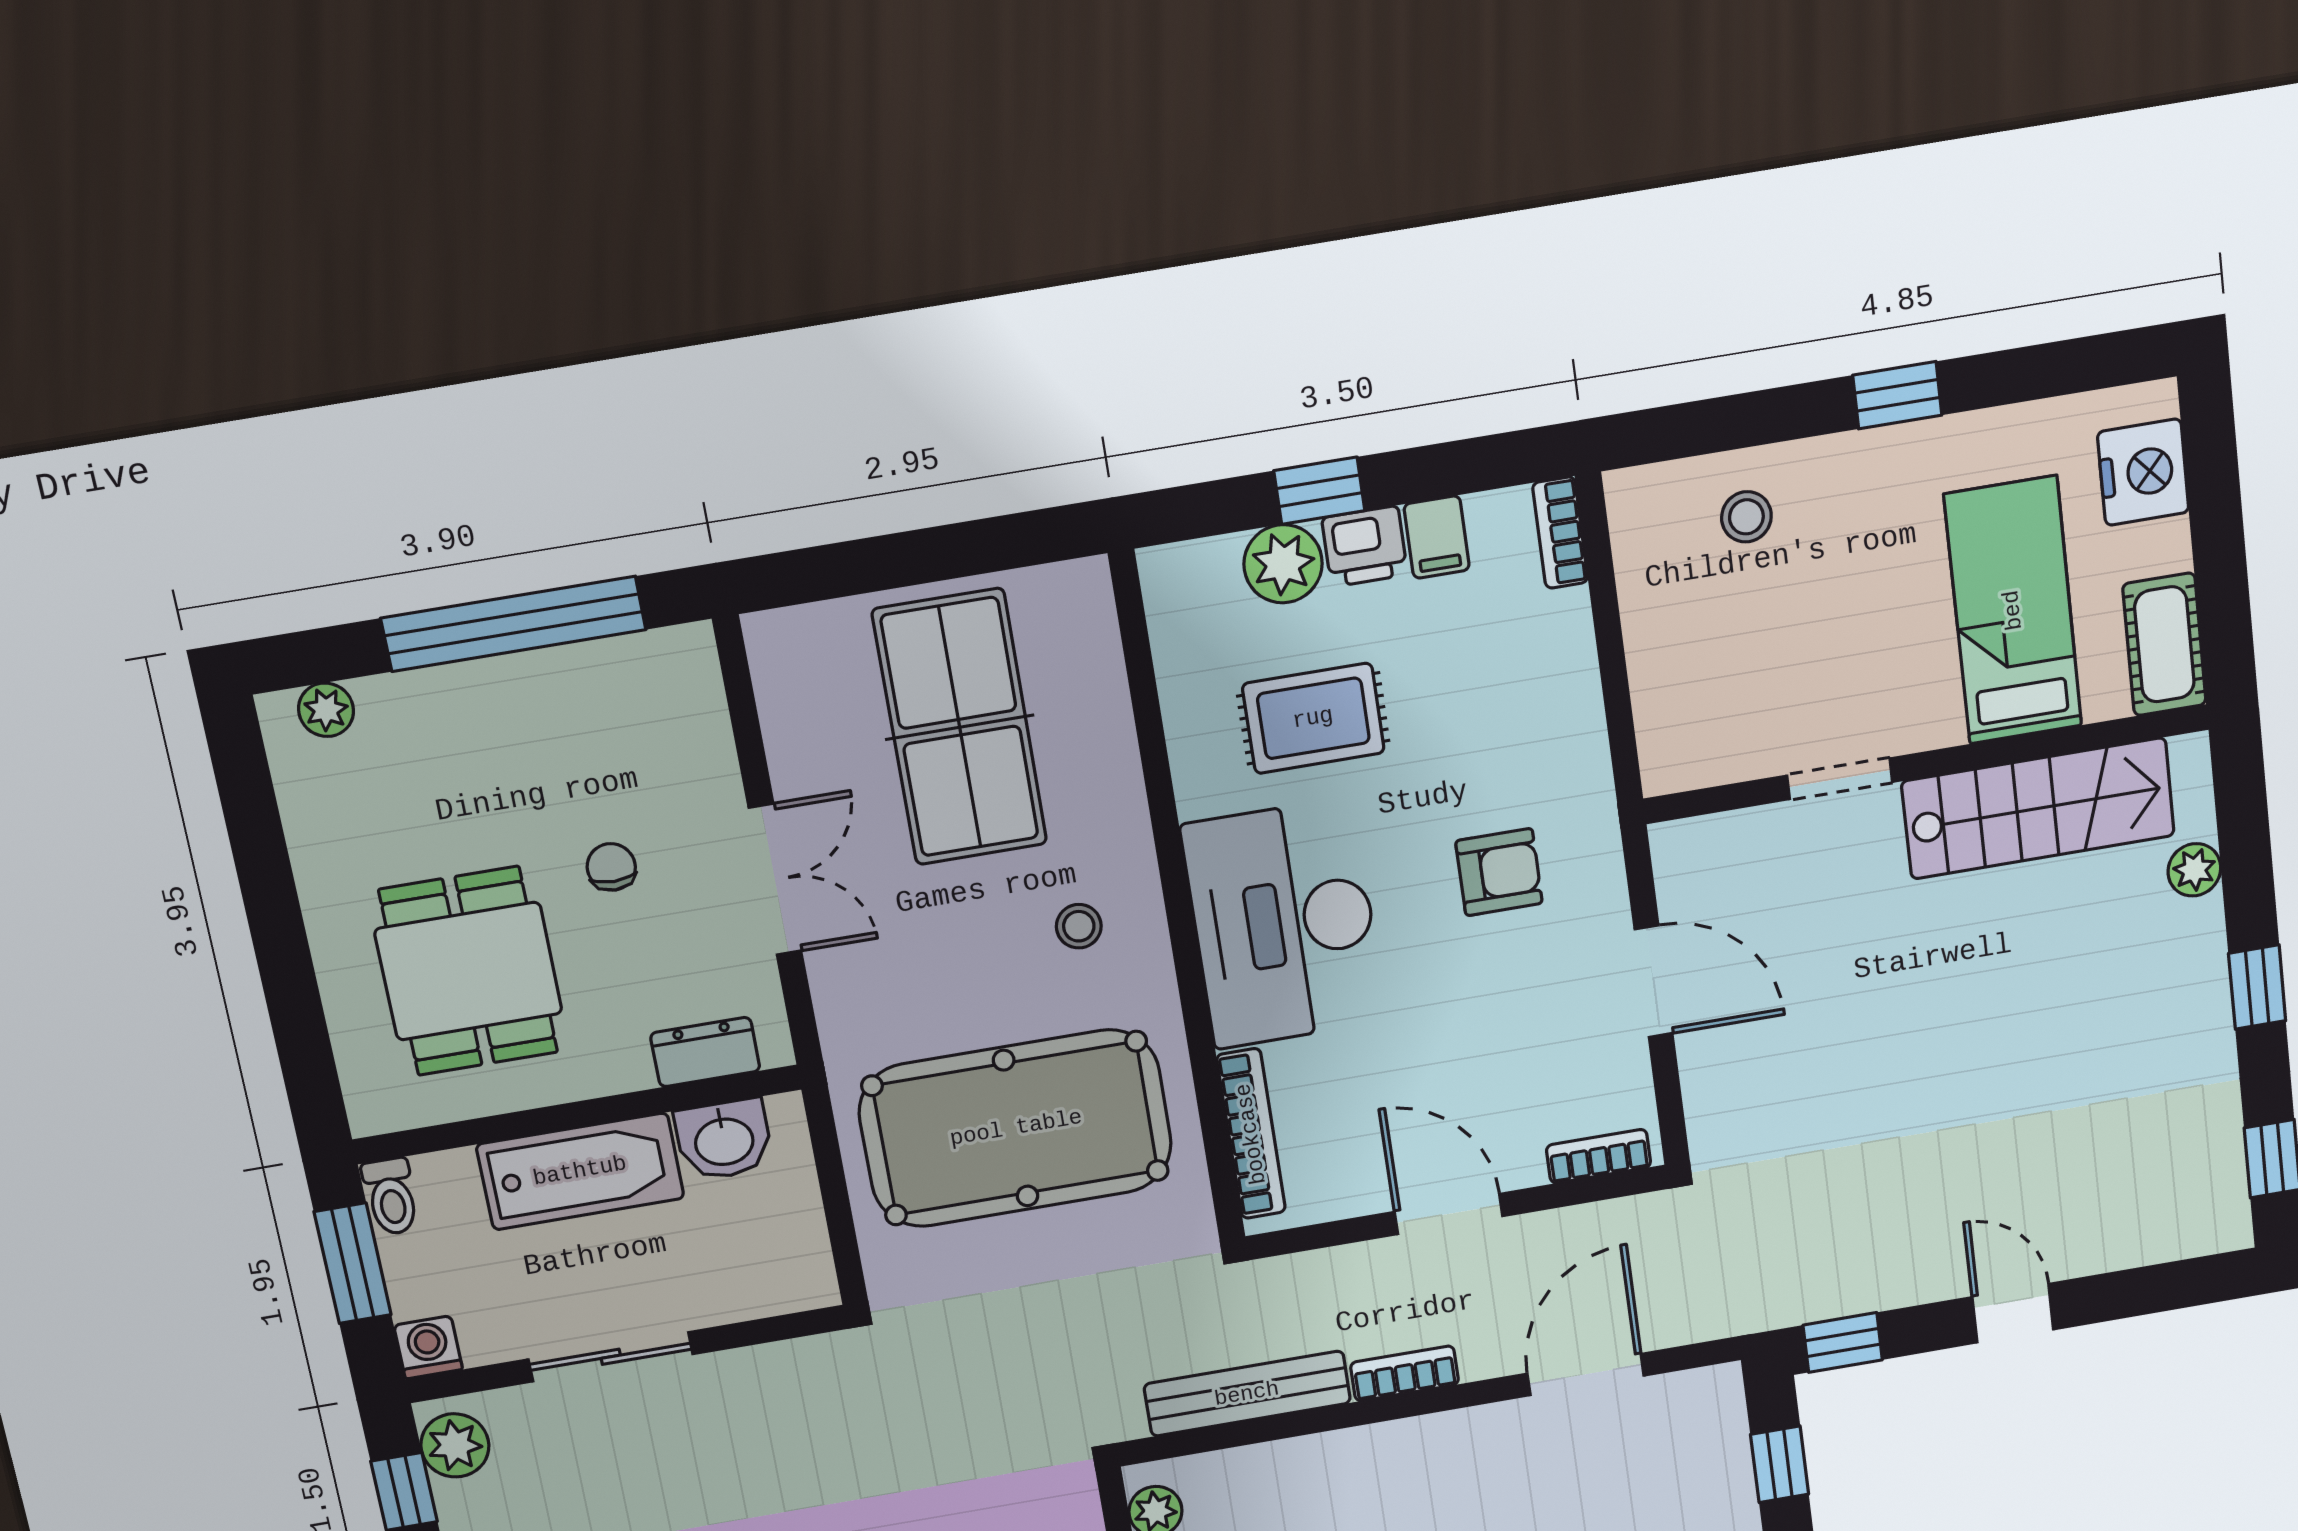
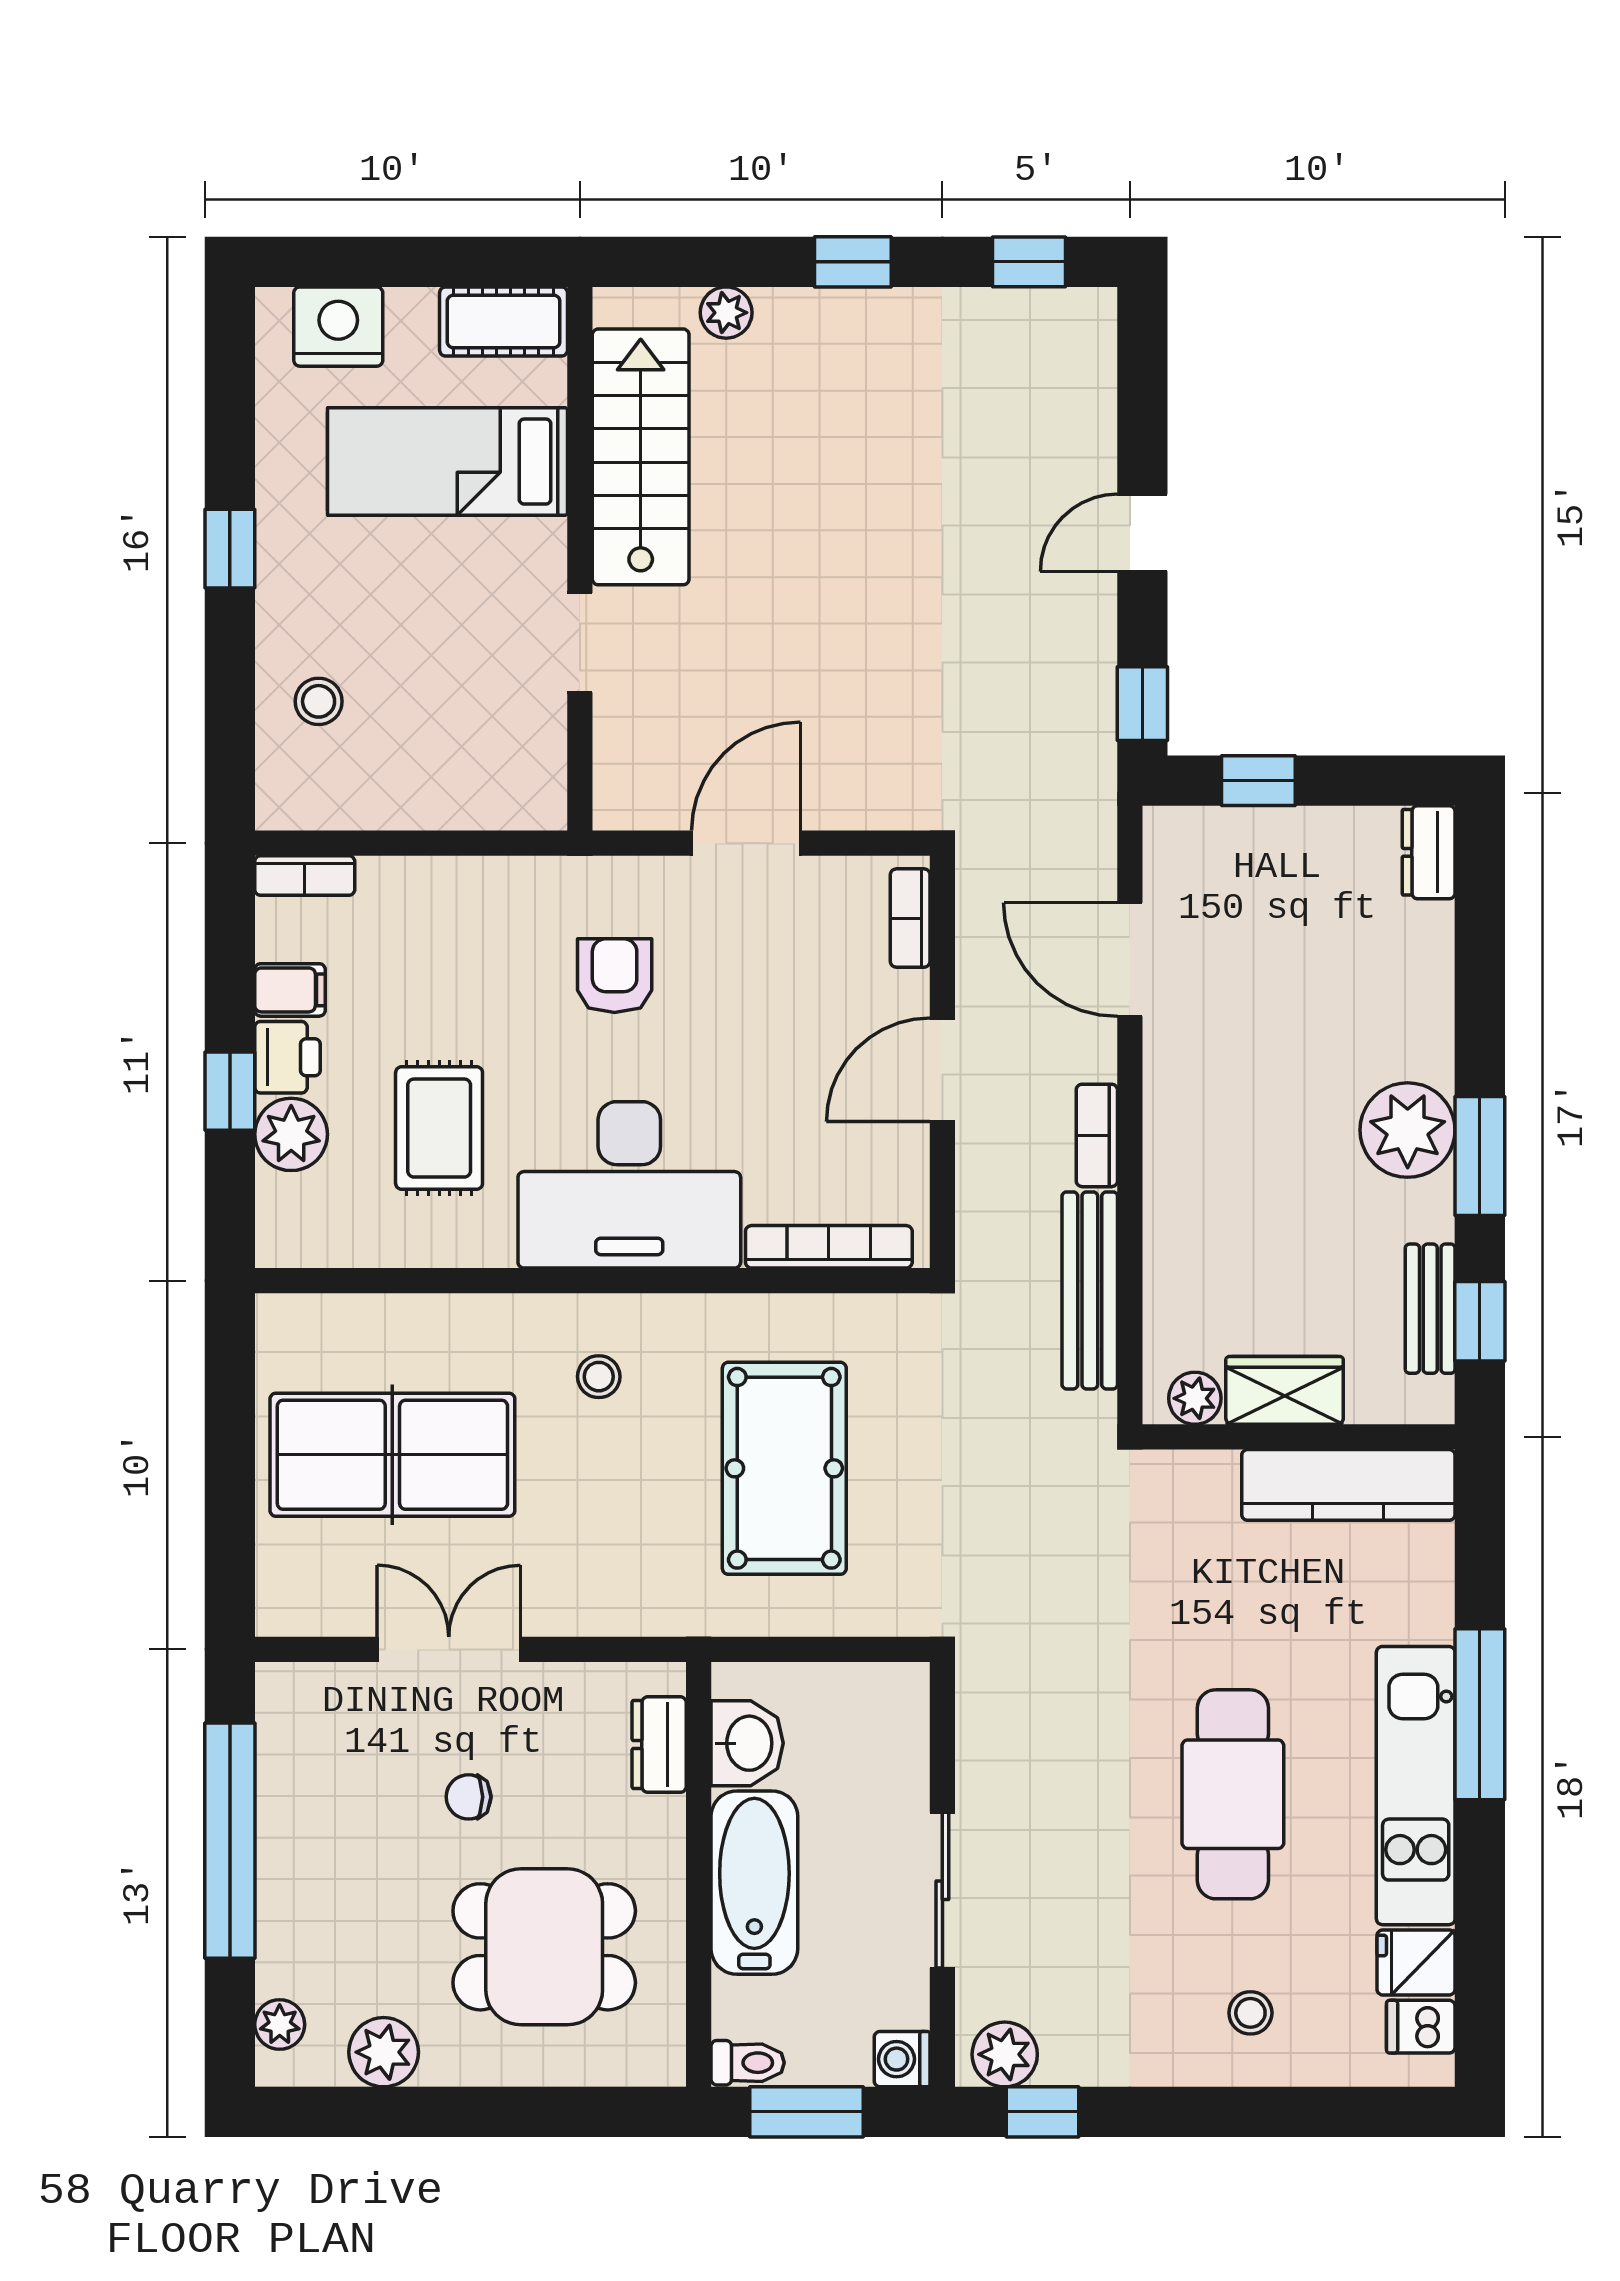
plant: (320, 824) -> (384, 2052), added
double door: (775, 880) -> (449, 1649), moved
pool table: (1016, 1128) -> (784, 1468), width x0.73, depth x0.76

